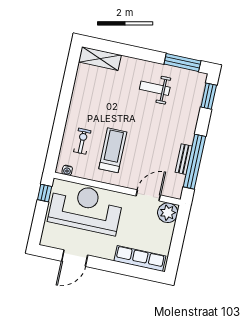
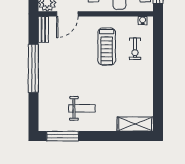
window: (209, 96) -> (33, 112), removed
bench: (184, 159) -> (43, 29), moved
window: (195, 162) -> (33, 68), moved

